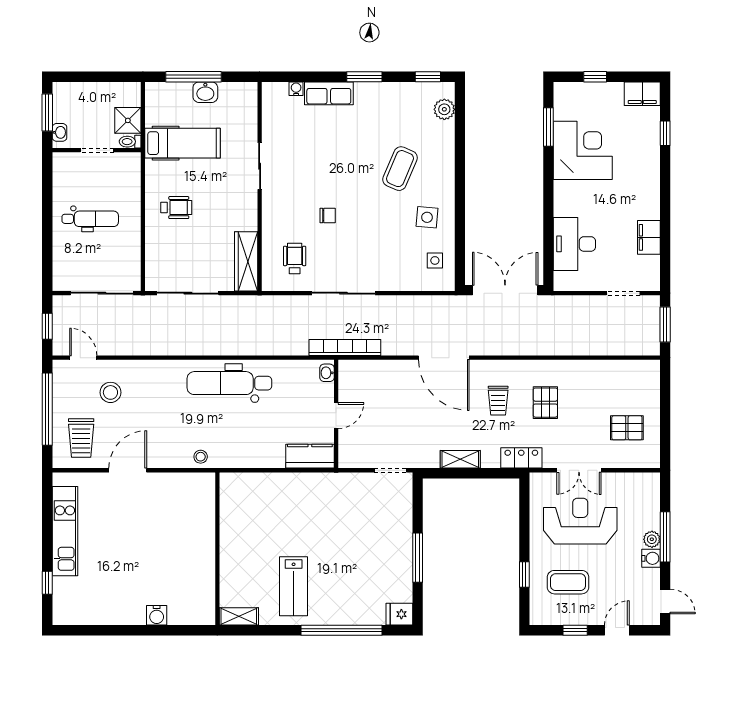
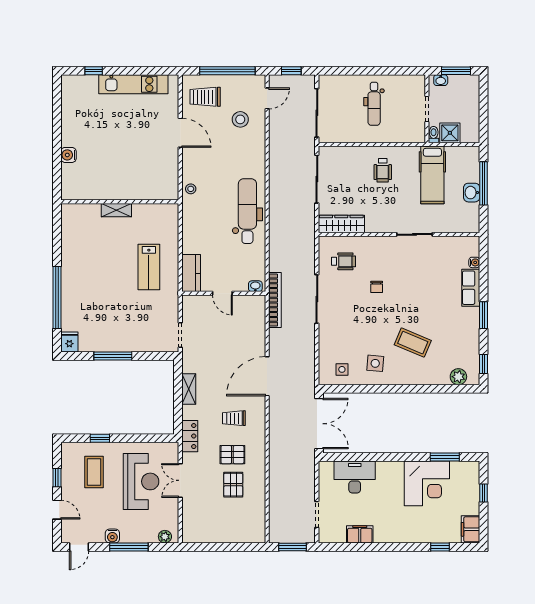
pallet: (627, 428) -> (233, 485), moved
plant: (652, 539) -> (165, 537), moved
lab bench: (294, 586) -> (149, 267), moved, turned -90
shelving: (239, 616) -> (116, 210), moved, turned 90

